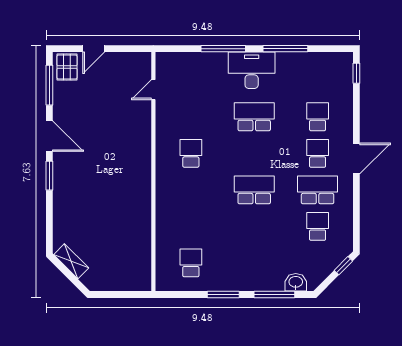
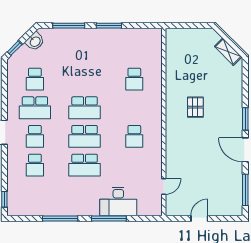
door: (94, 49) -> (199, 219), moved
pallet: (67, 67) -> (195, 107), moved
desk: (252, 70) -> (118, 202), moved
school desk: (254, 153) -> (85, 136), added
school desk: (191, 263) -> (134, 79), moved
washbasin: (296, 282) -> (35, 41), moved, turned -45

